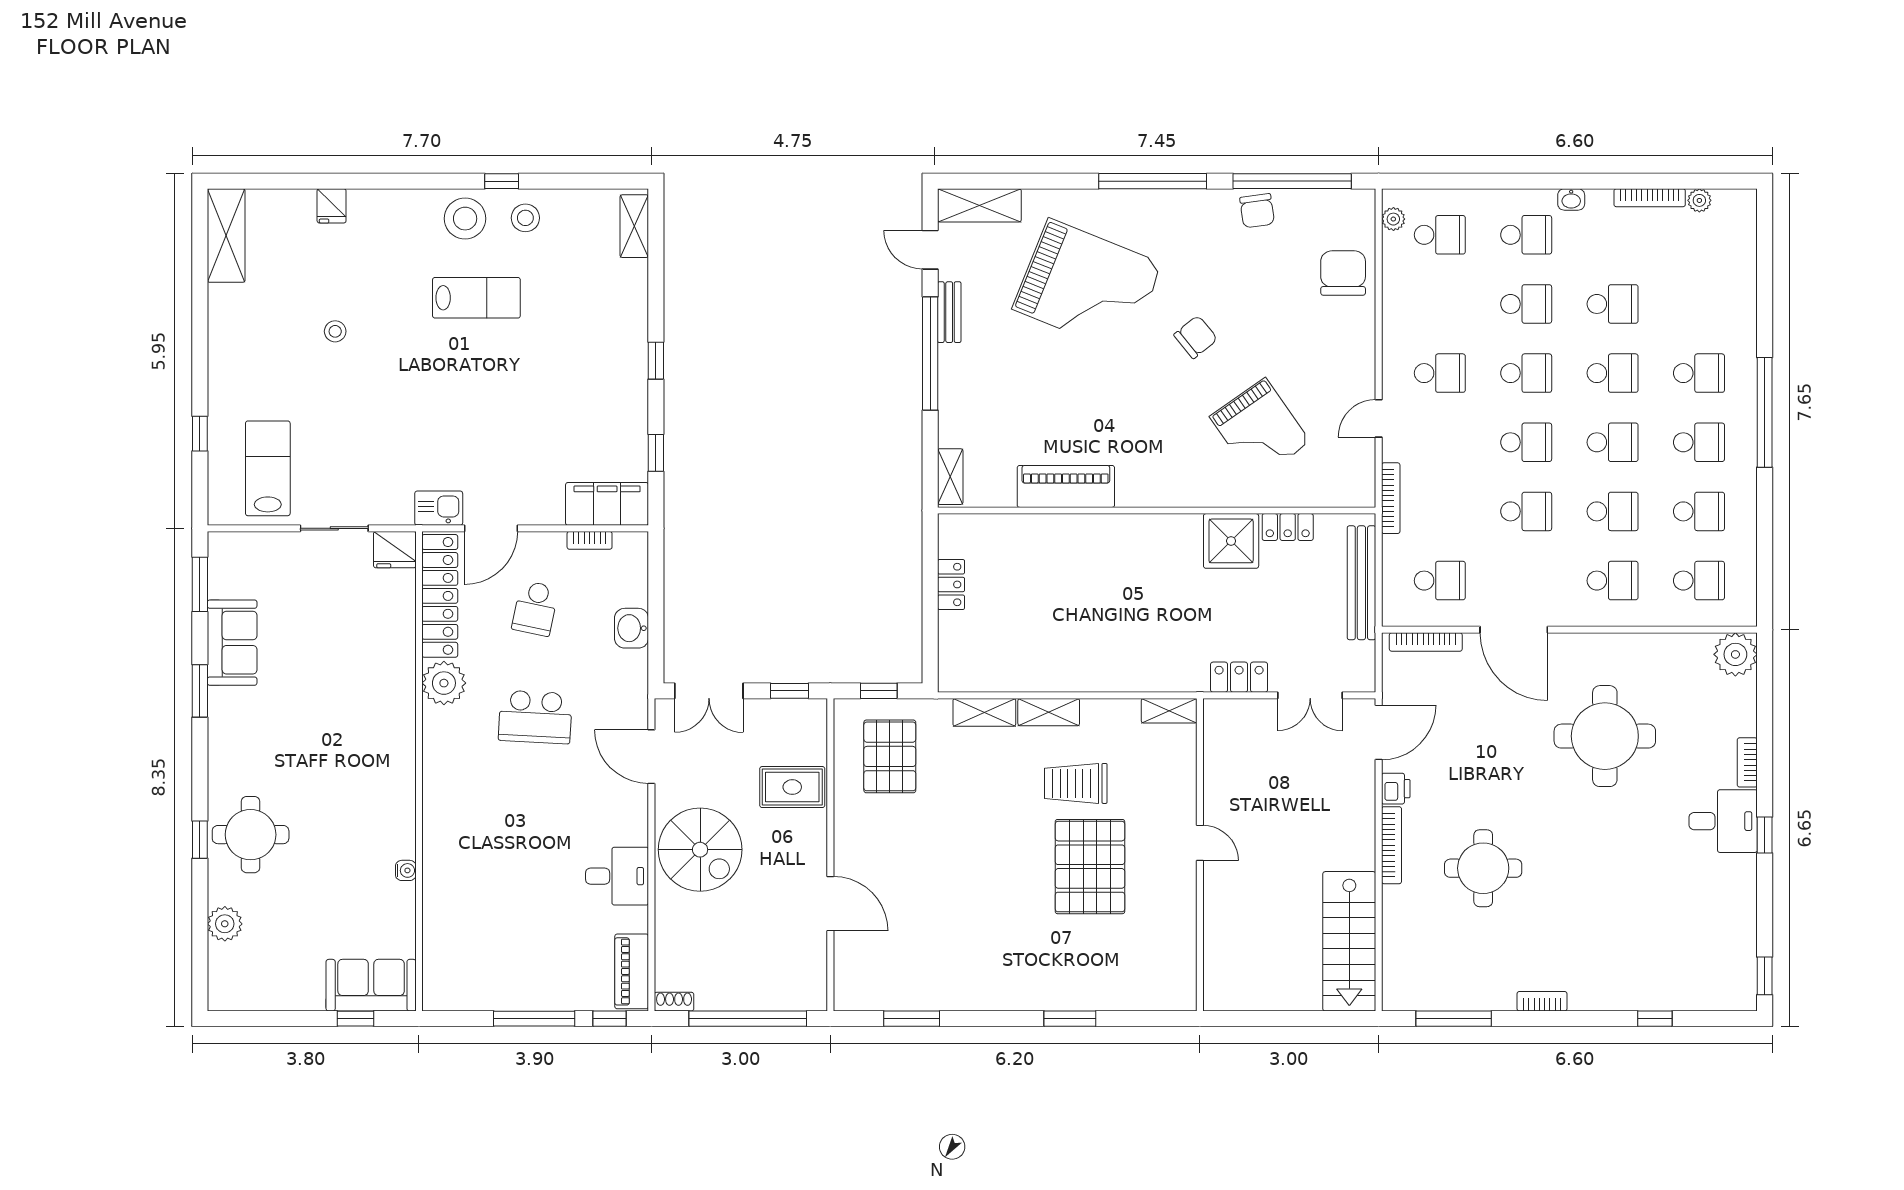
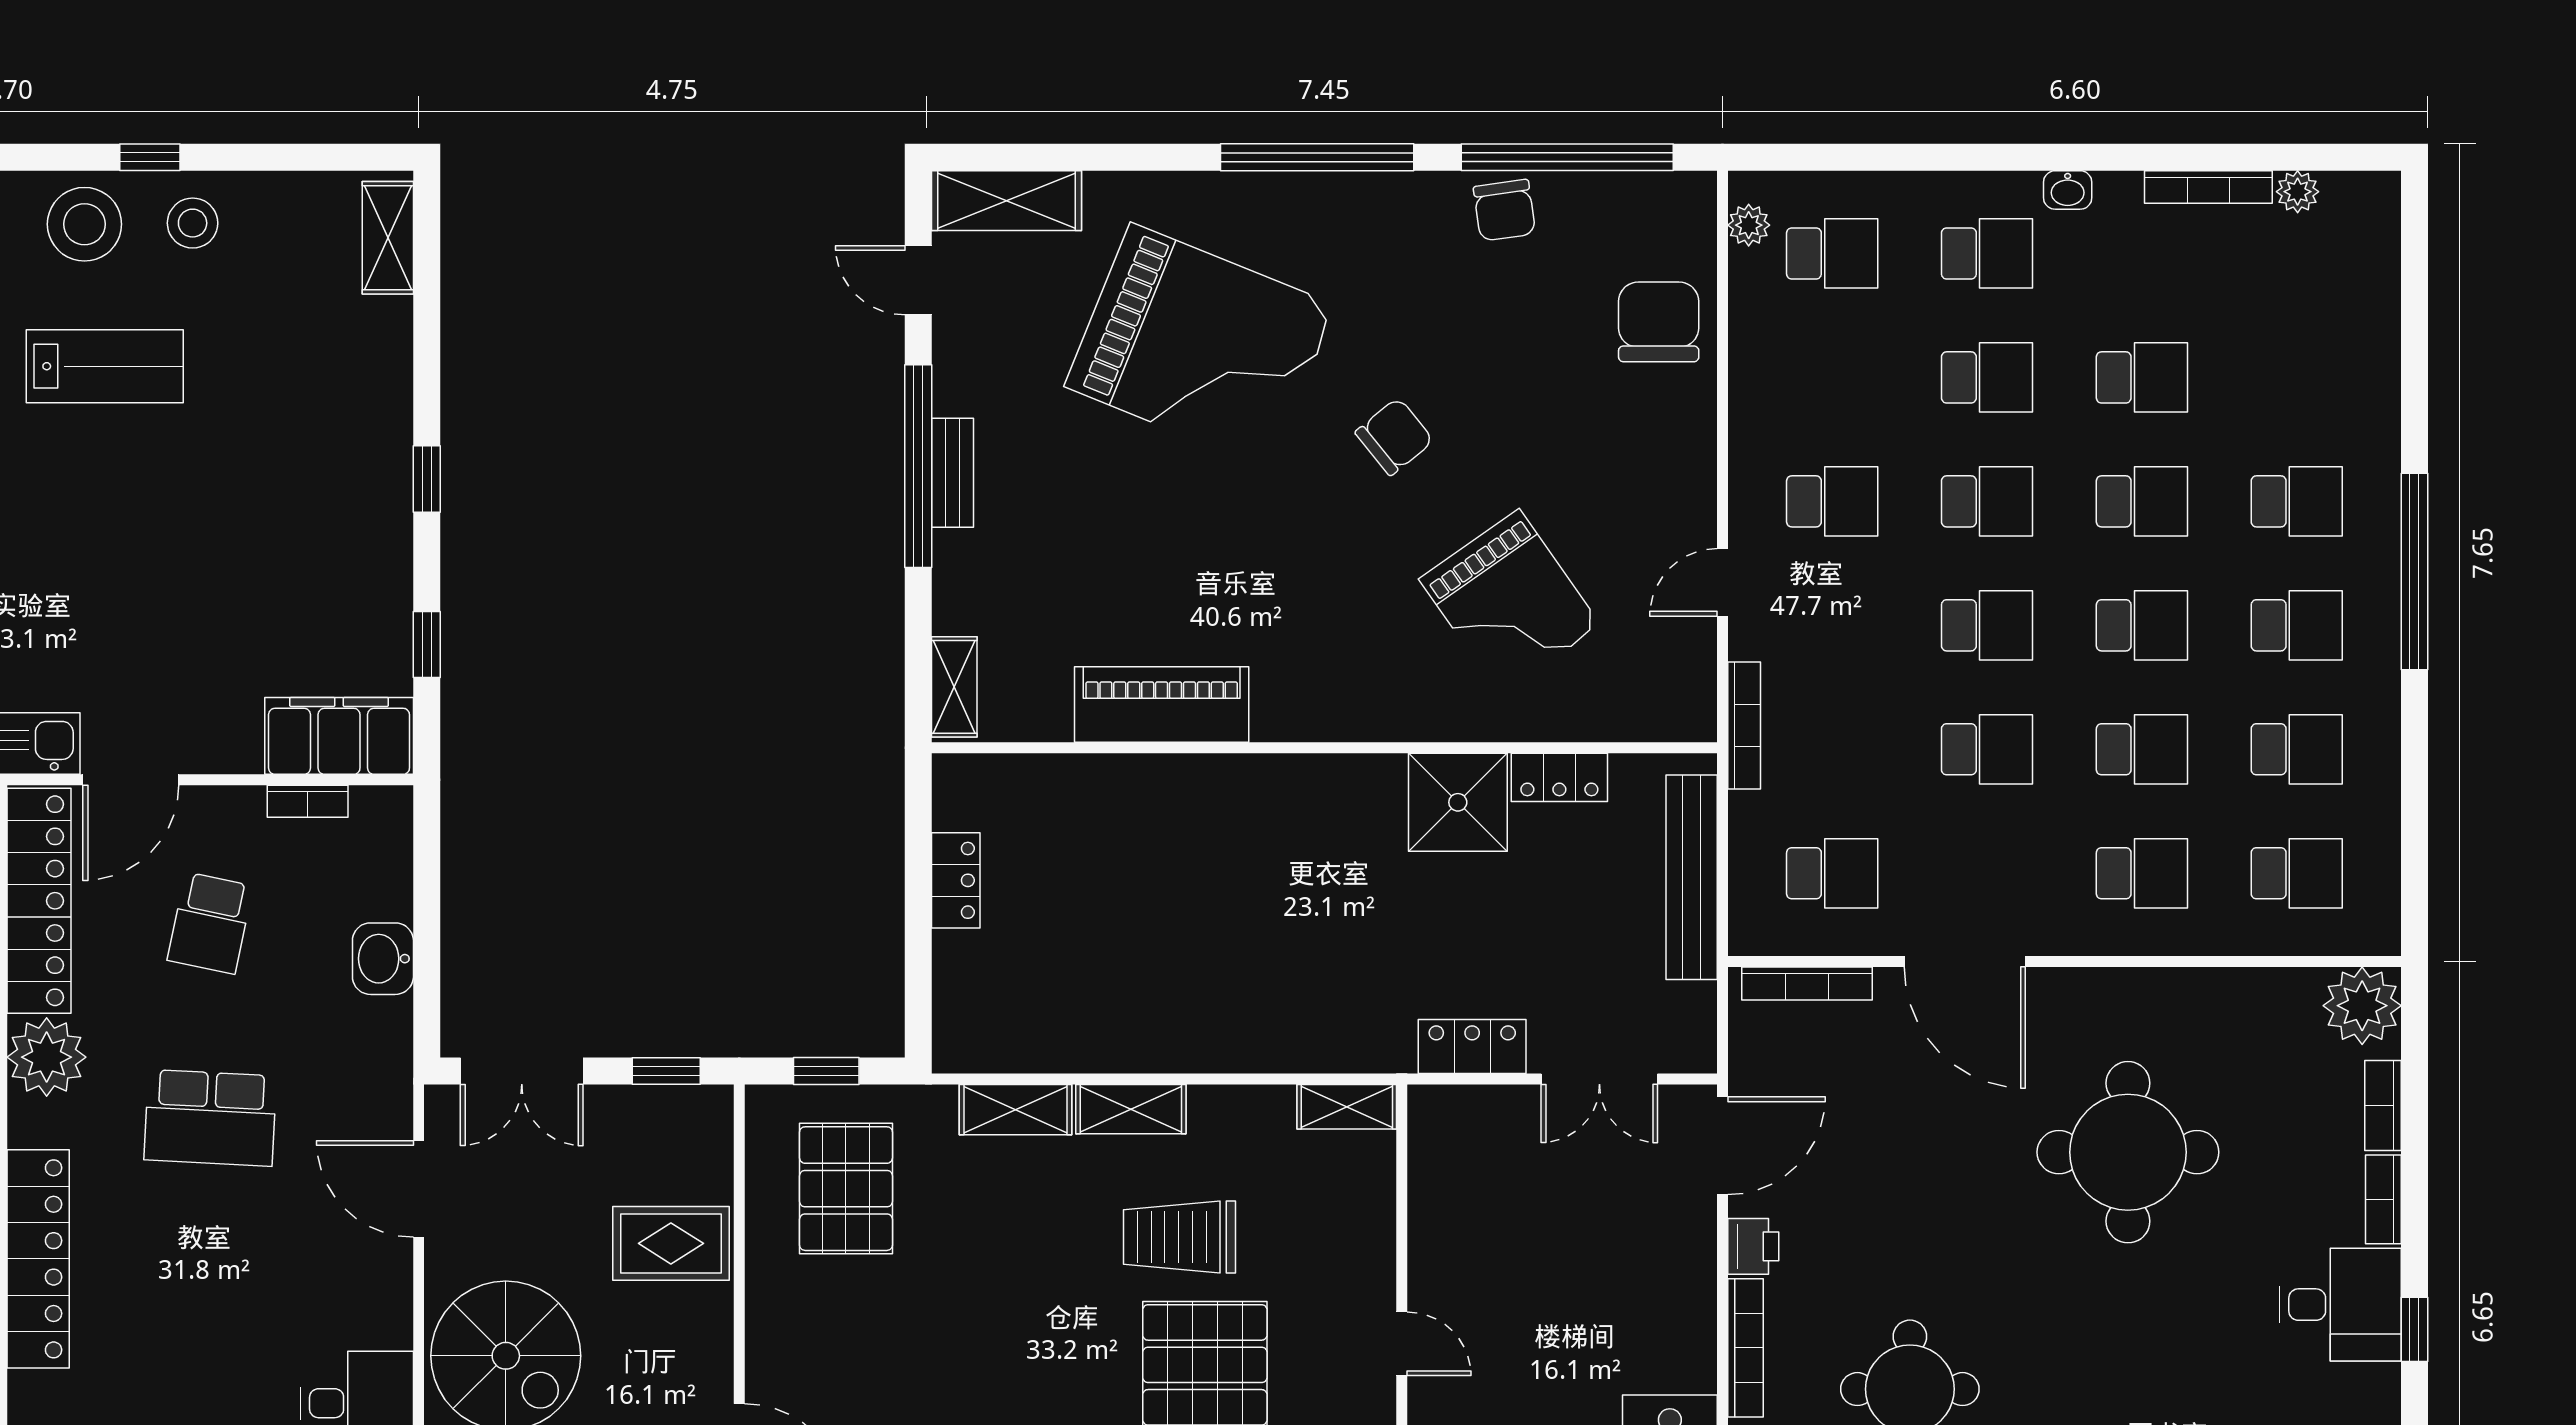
bench: (949, 312) -> (952, 473), moved
bookcase: (1747, 710) -> (2383, 1106), added
locker: (439, 796) -> (38, 1259), added

